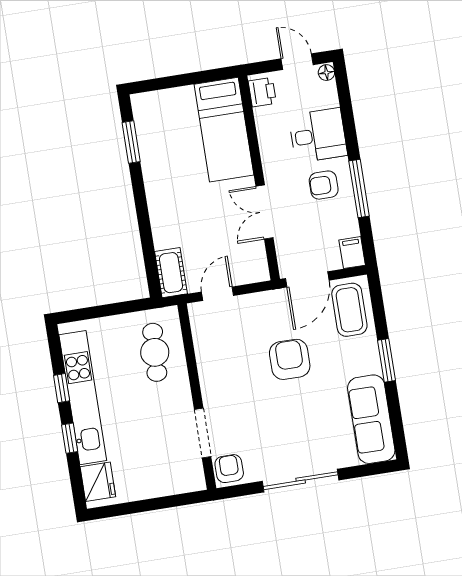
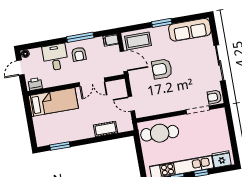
cot: (171, 273) -> (106, 129), moved
cafe table: (155, 352) -> (160, 133), width x1.37, depth x1.35

